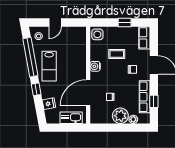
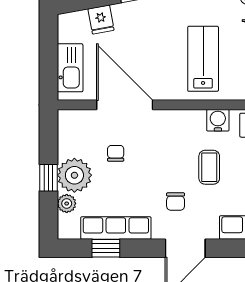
lab bench: (49, 66) -> (203, 59), moved, turned 90
water cooler: (95, 66) -> (218, 120), moved
window: (122, 128) -> (48, 178), added

